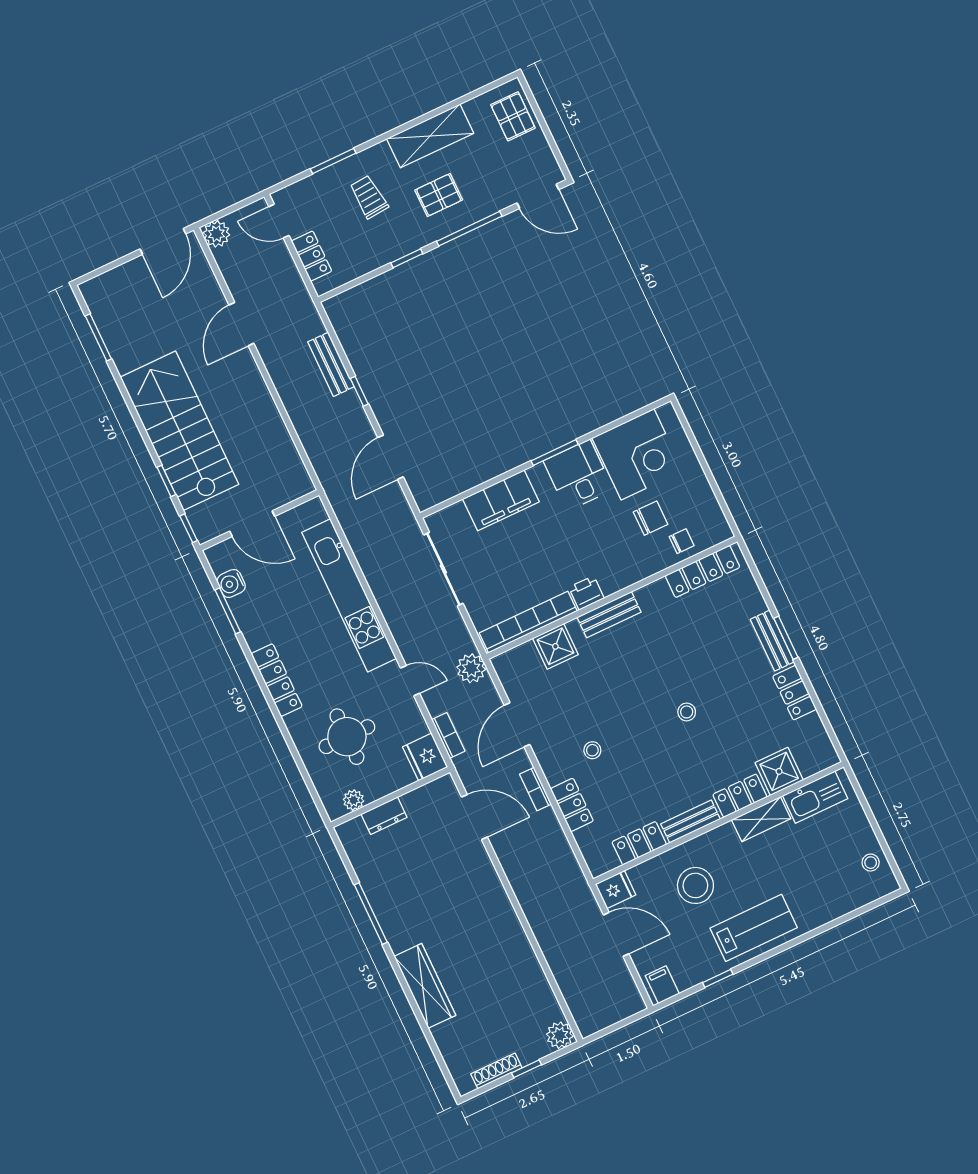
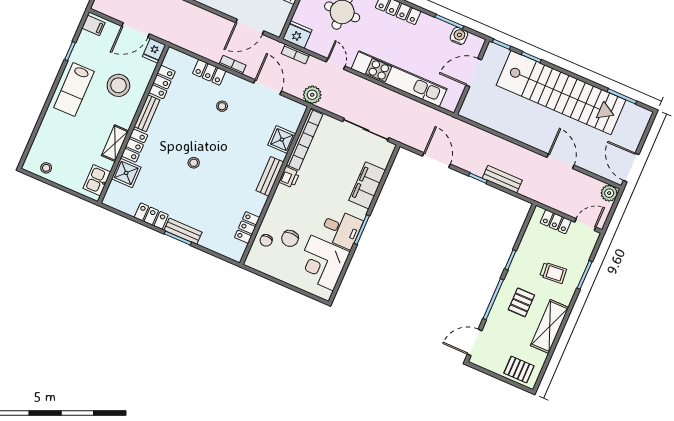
stairs: (179, 431) -> (561, 93), width x1.36
locker: (702, 571) -> (247, 227), width x0.66
door: (410, 681) -> (336, 64), swing flipped
kitchen sink: (815, 797) -> (97, 180), width x0.73

